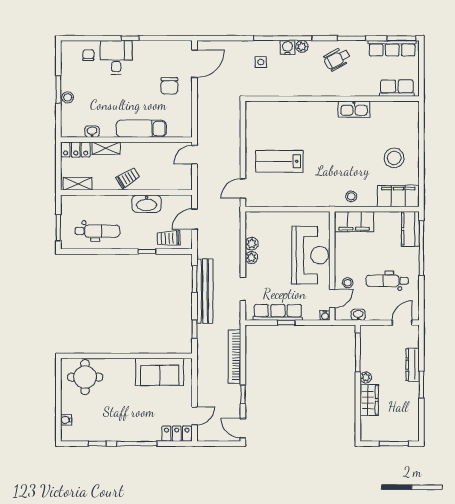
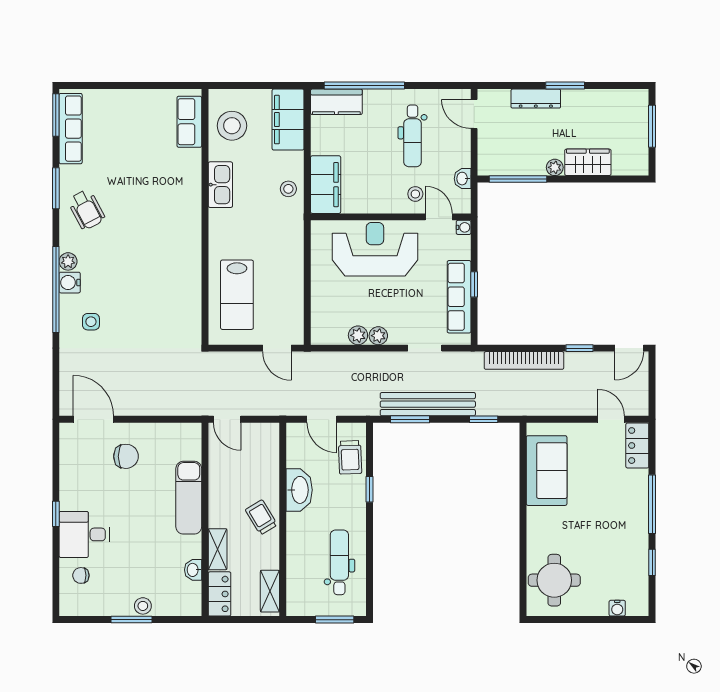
row of seats: (397, 88) -> (189, 122), moved
wall: (332, 99) -> (205, 217), moved
kitchen sink: (354, 109) -> (220, 185), moved

